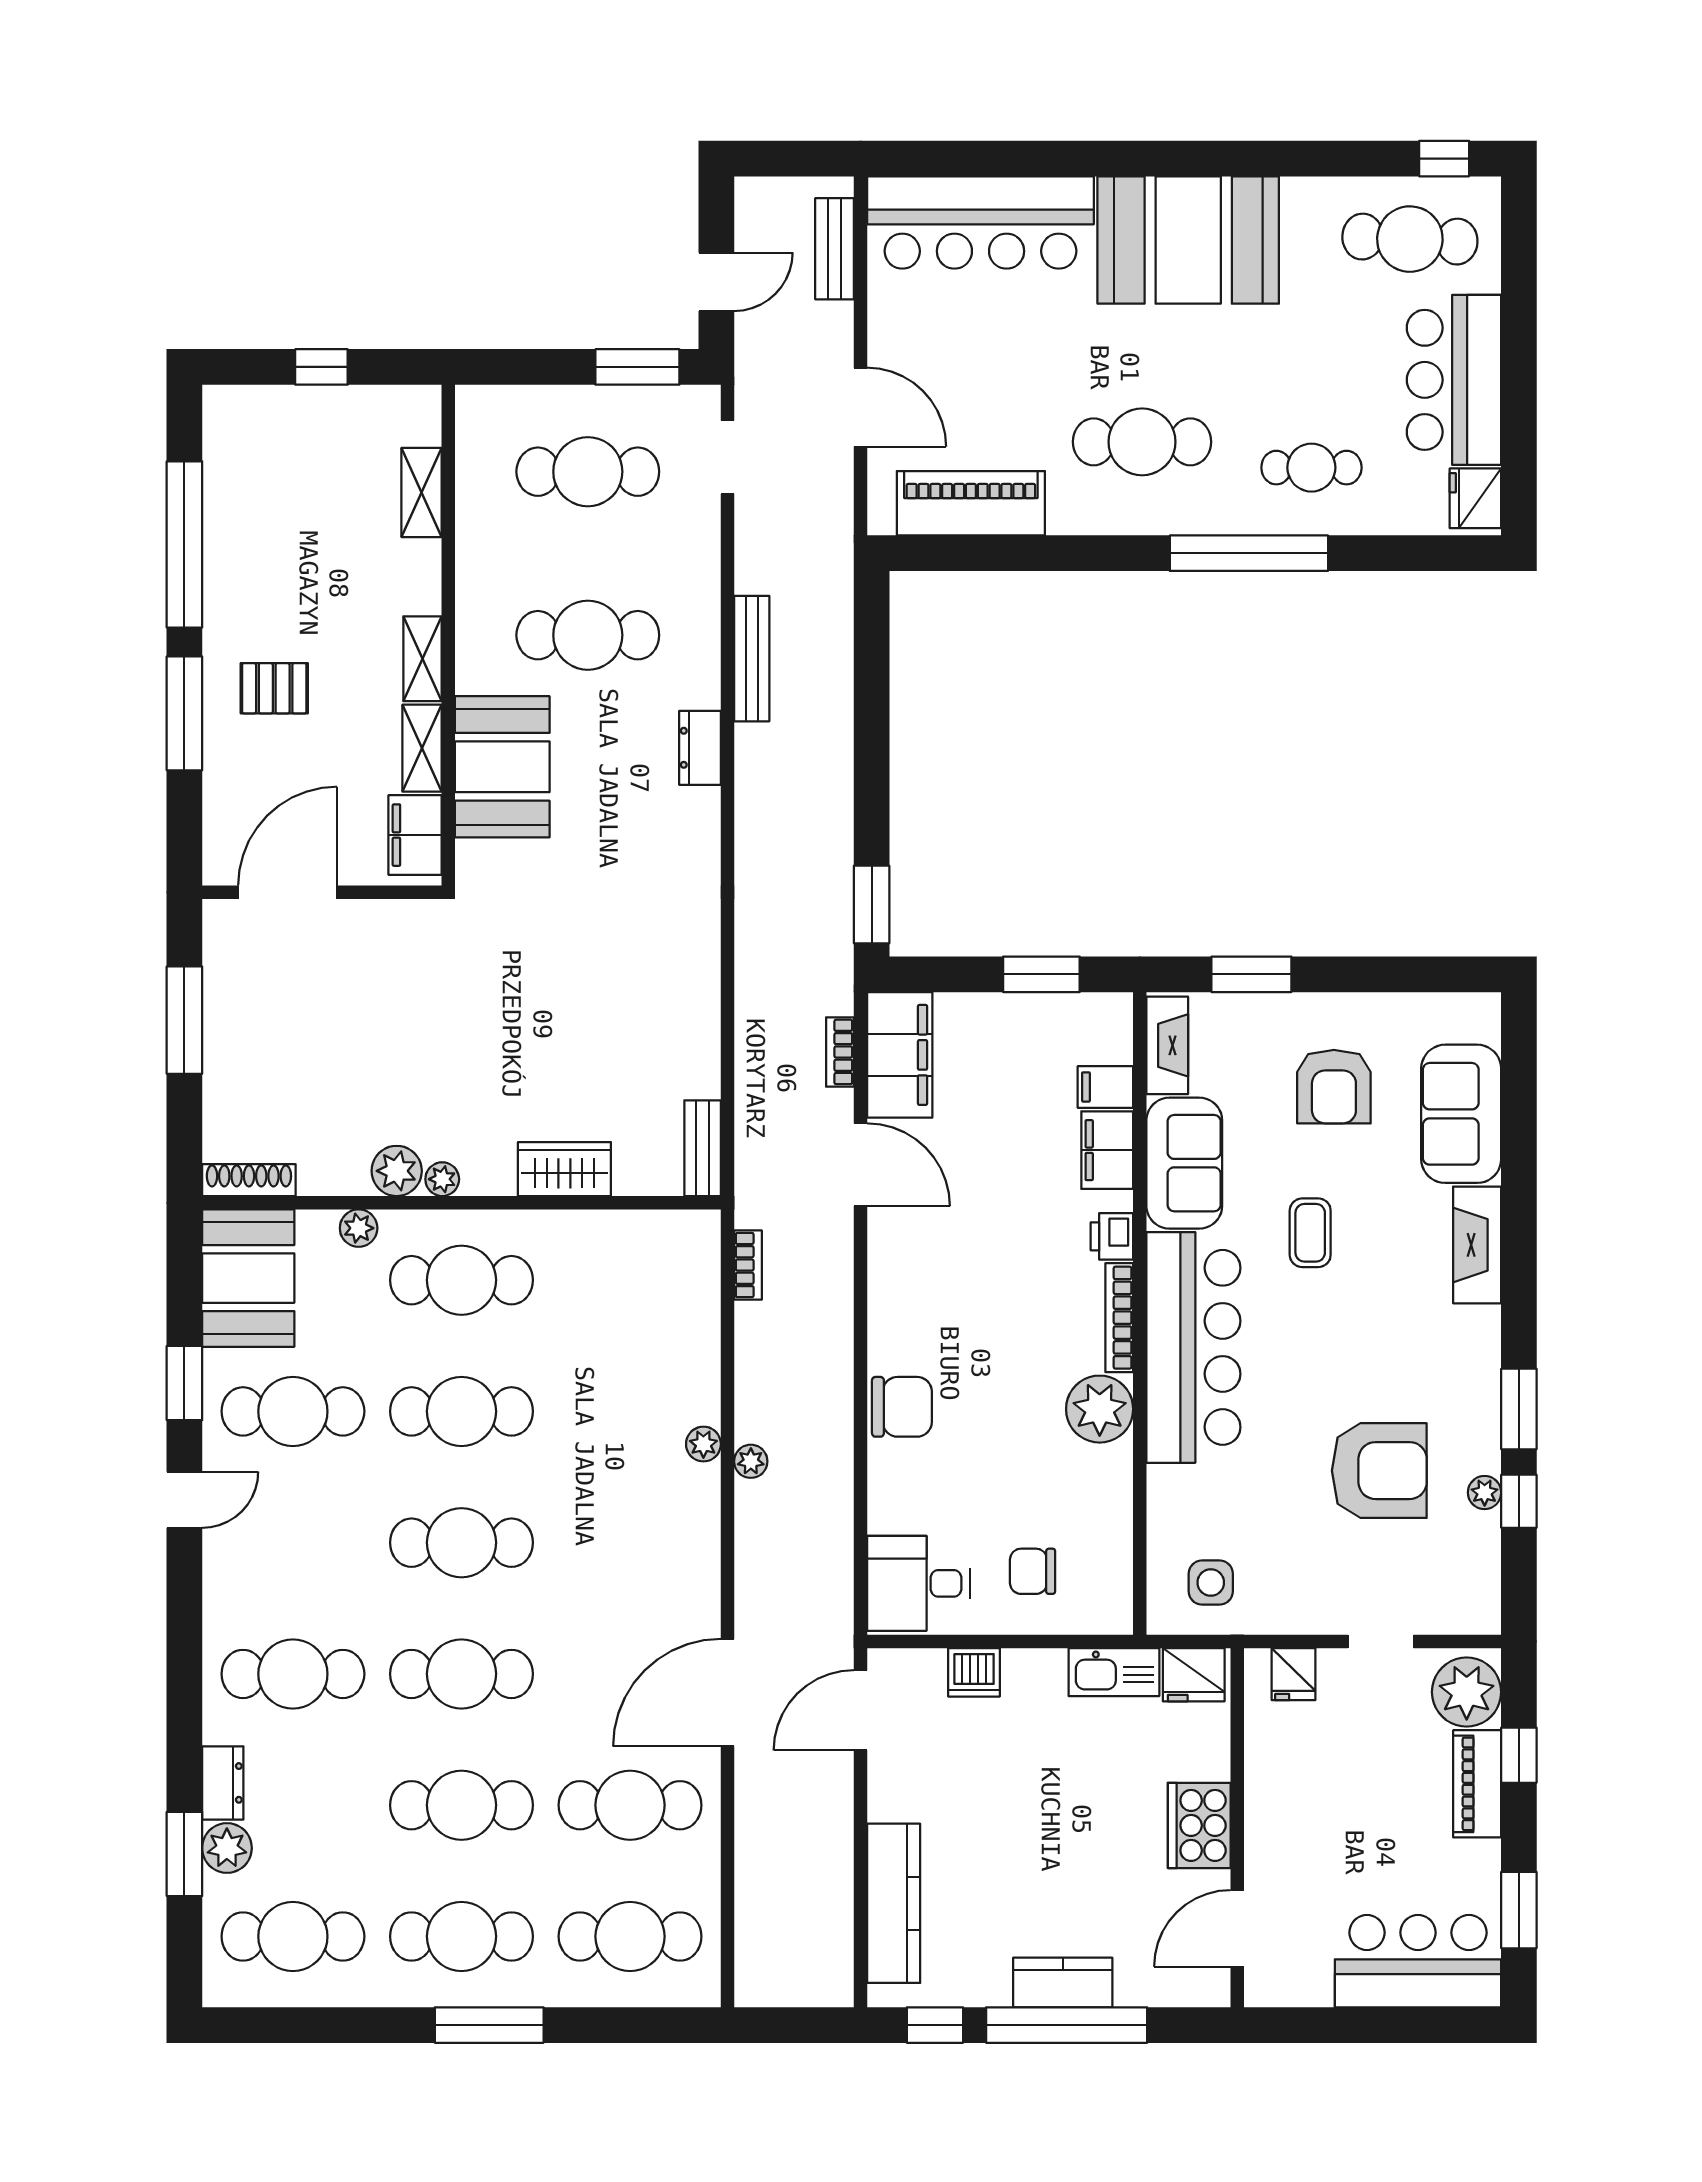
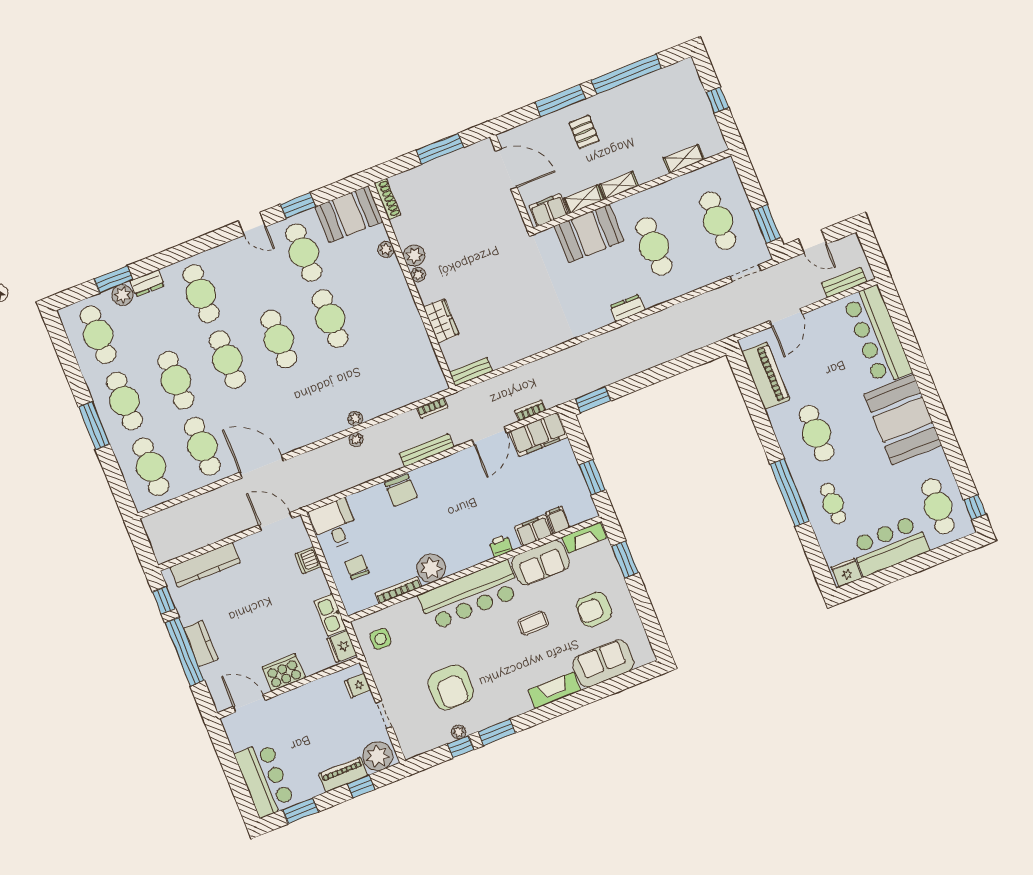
bench: (752, 659) -> (426, 450), moved
cafe table: (461, 1280) -> (382, 298), removed
bookcase: (1119, 1318) -> (398, 590), moved

